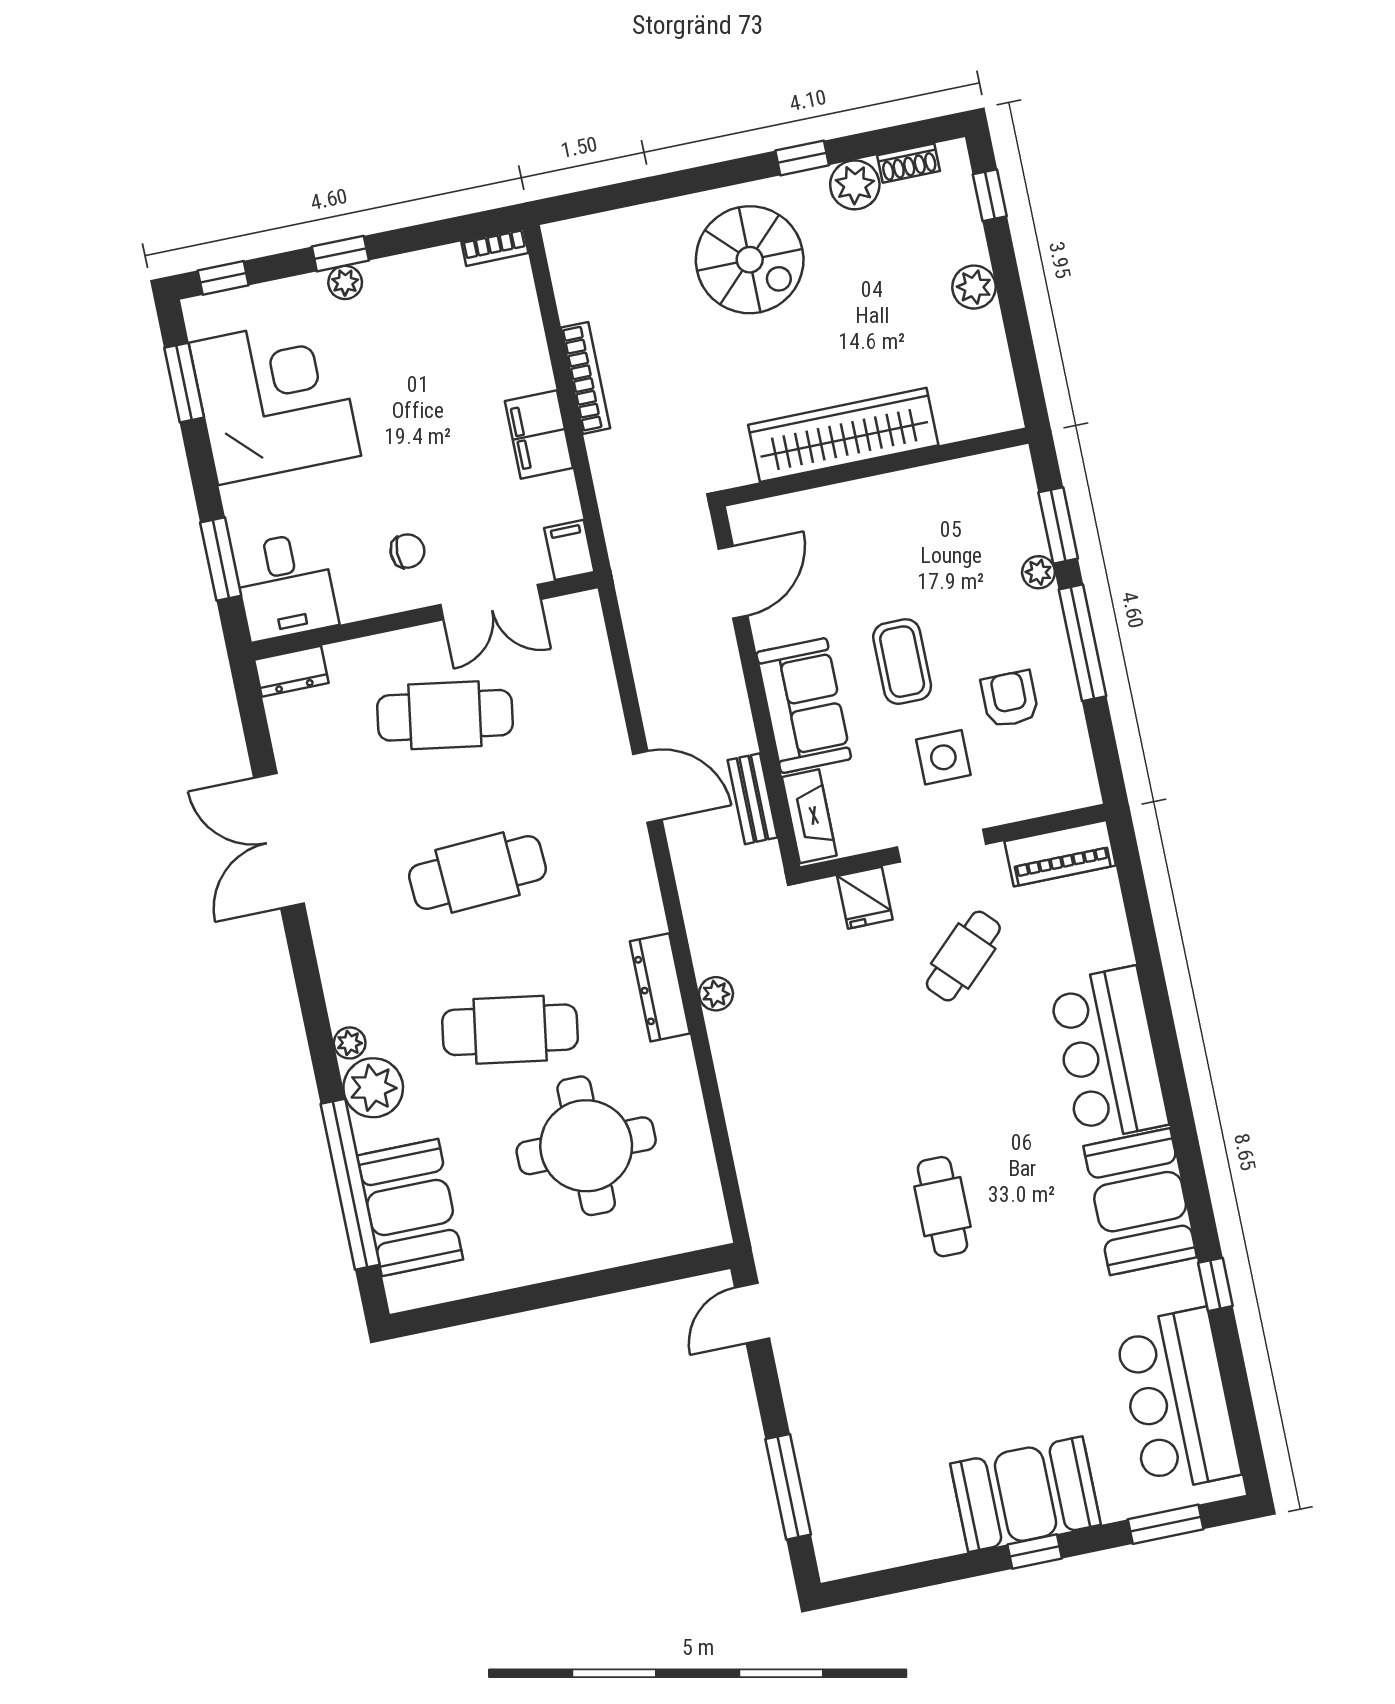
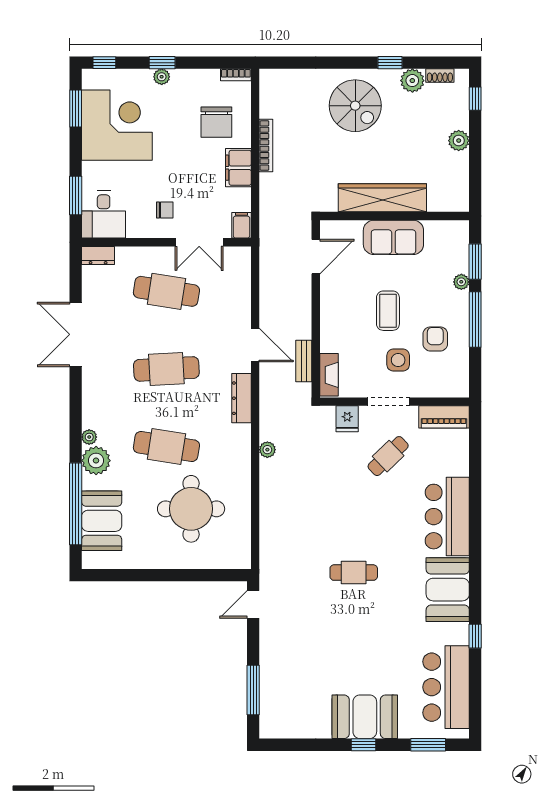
chair: (475, 352) -> (216, 122), added
sofa: (804, 706) -> (393, 237), moved, turned 90
dresser: (660, 987) -> (241, 398), moved
cafe table: (942, 1207) -> (354, 573), turned 90

